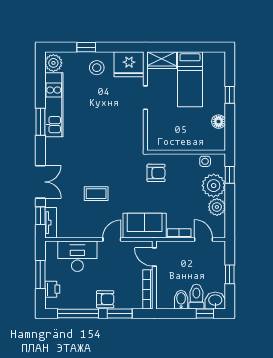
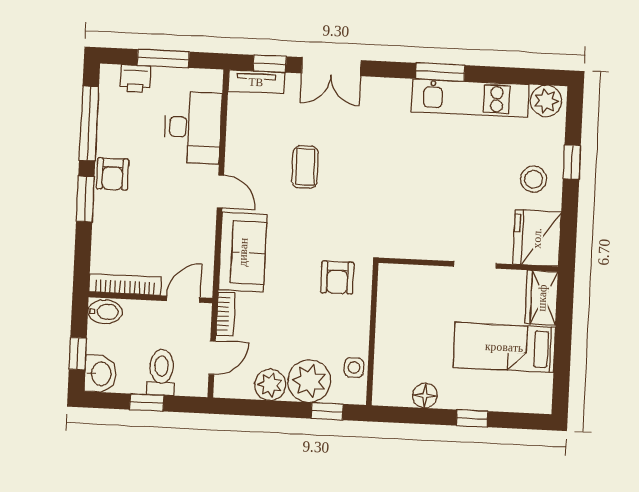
door: (154, 257) -> (183, 299), moved
wall: (154, 275) -> (150, 298), moved
bookcase: (148, 289) -> (125, 284), moved
toilet: (196, 297) -> (161, 372), moved, turned -90

